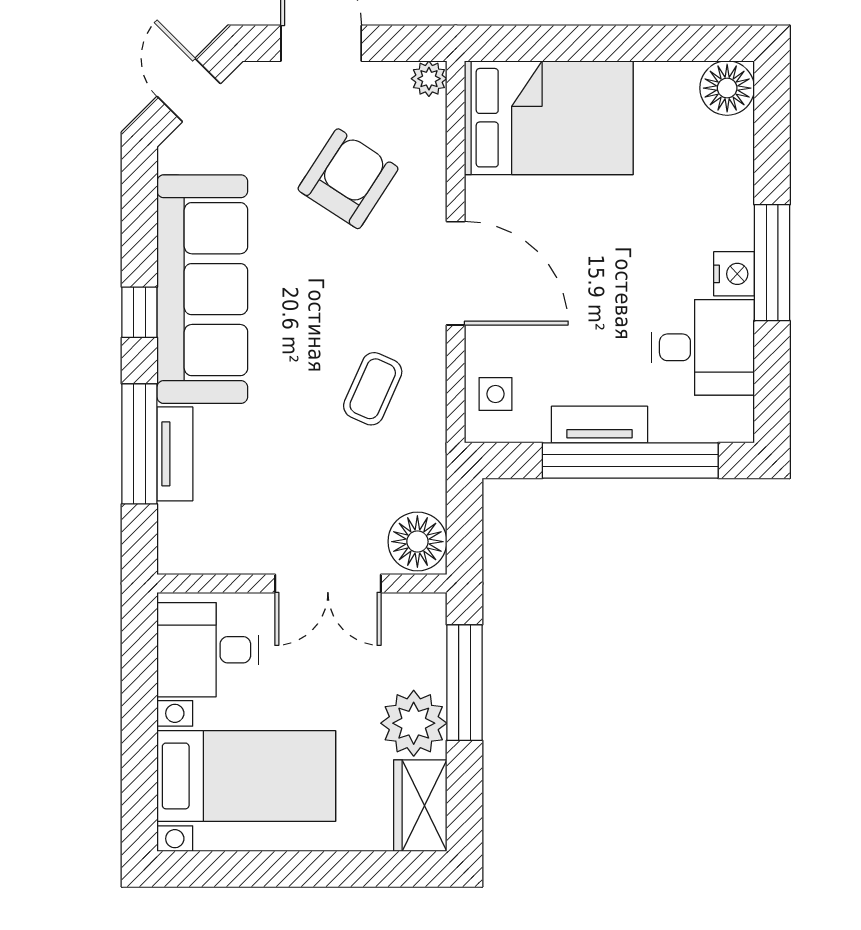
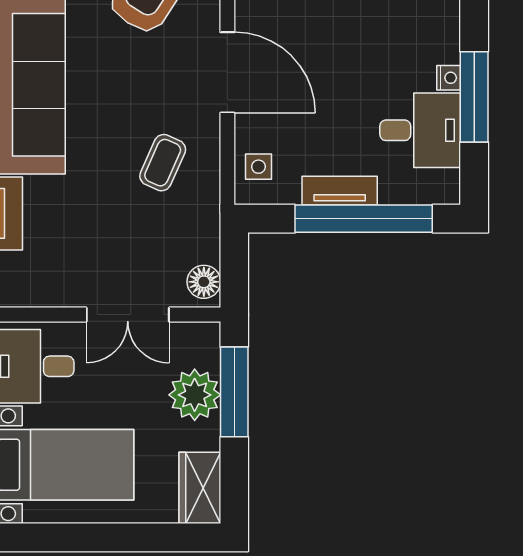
window: (772, 263) -> (474, 97), moved
nightstand: (734, 274) -> (449, 78), width x0.72, depth x0.74
floor lamp: (417, 542) -> (204, 282), width x0.73, depth x0.73
plant: (414, 723) -> (195, 395), moved

